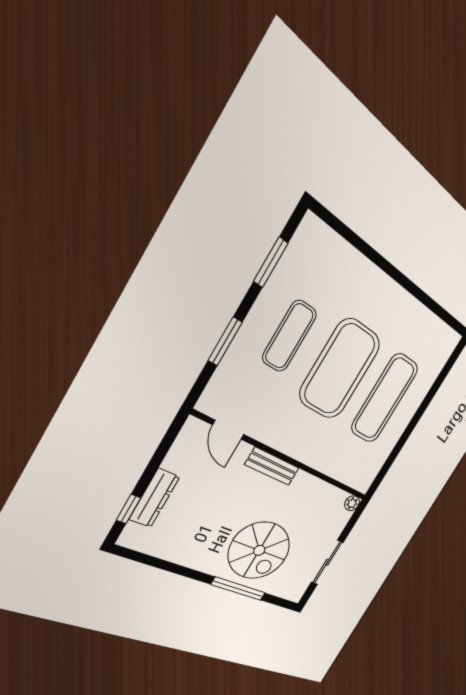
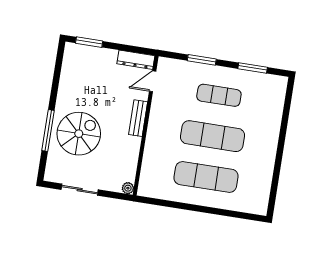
exercise mat: (340, 369) -> (213, 136), width x0.68
dresser: (154, 498) -> (136, 60), moved
window: (129, 509) -> (89, 42), width x1.50
spiral stairs: (259, 550) -> (79, 134), turned 180

